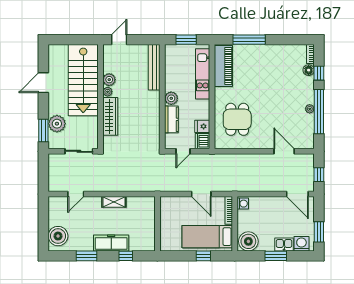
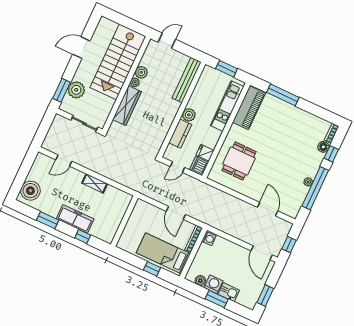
boiler: (248, 241) -> (200, 281), width x0.54, depth x0.54
washing machine: (301, 244) -> (213, 284), moved

